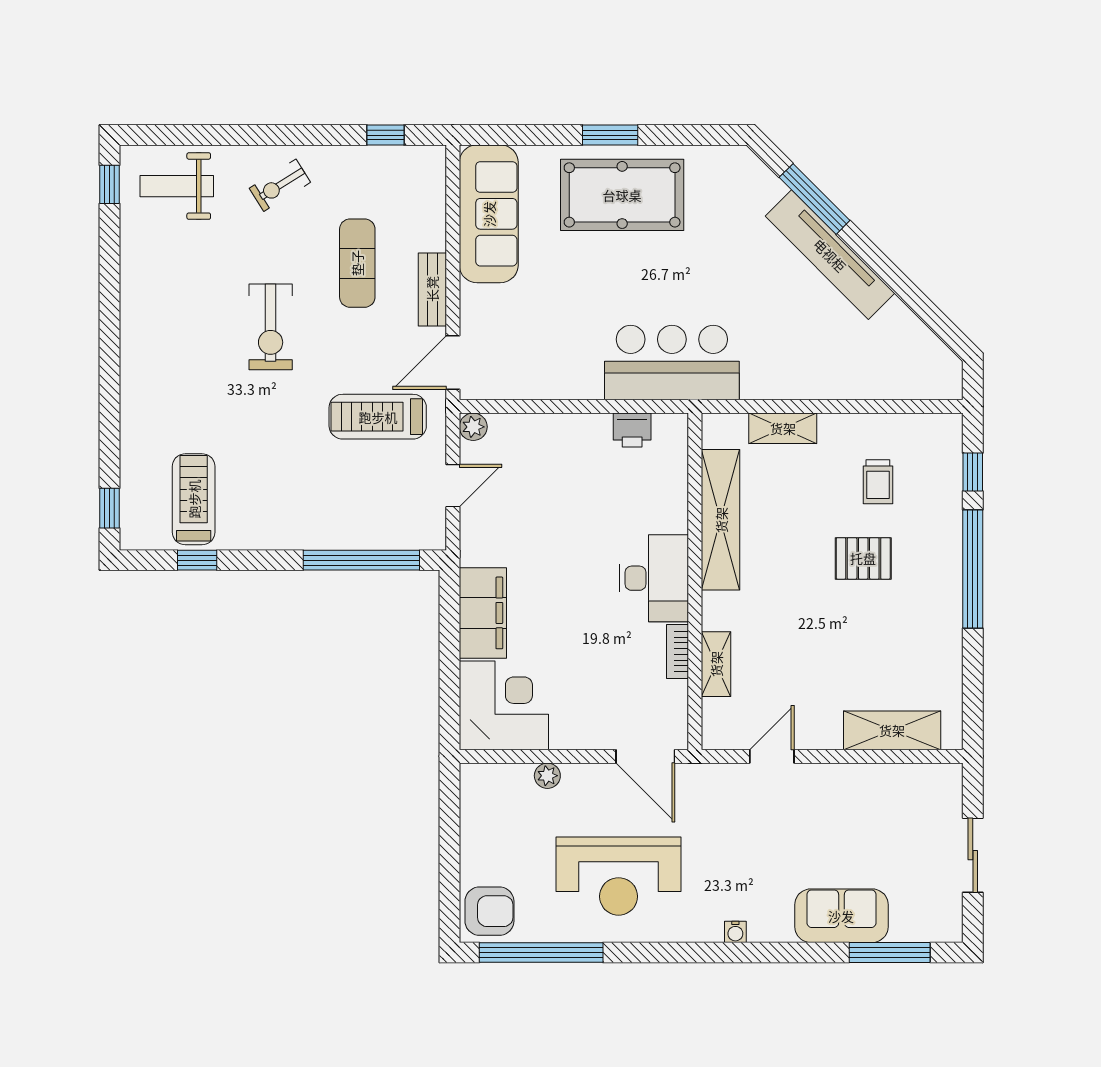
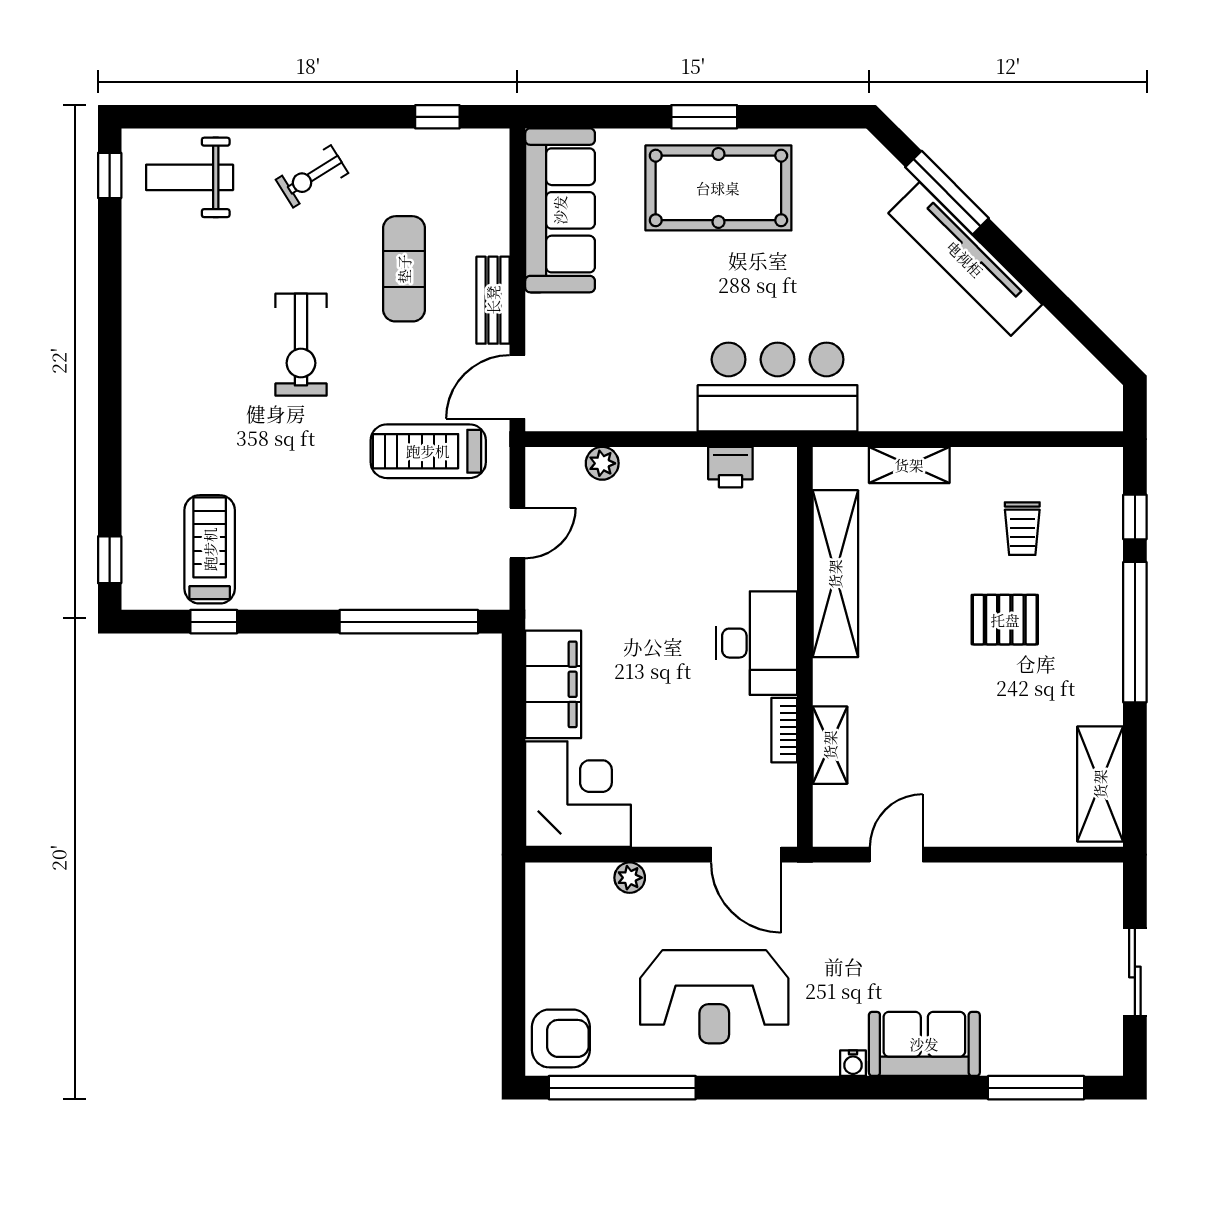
plant: (473, 427) -> (602, 463), moved
shelving: (892, 730) -> (1100, 784), moved, turned 90
sofa: (841, 916) -> (924, 1044), moved

